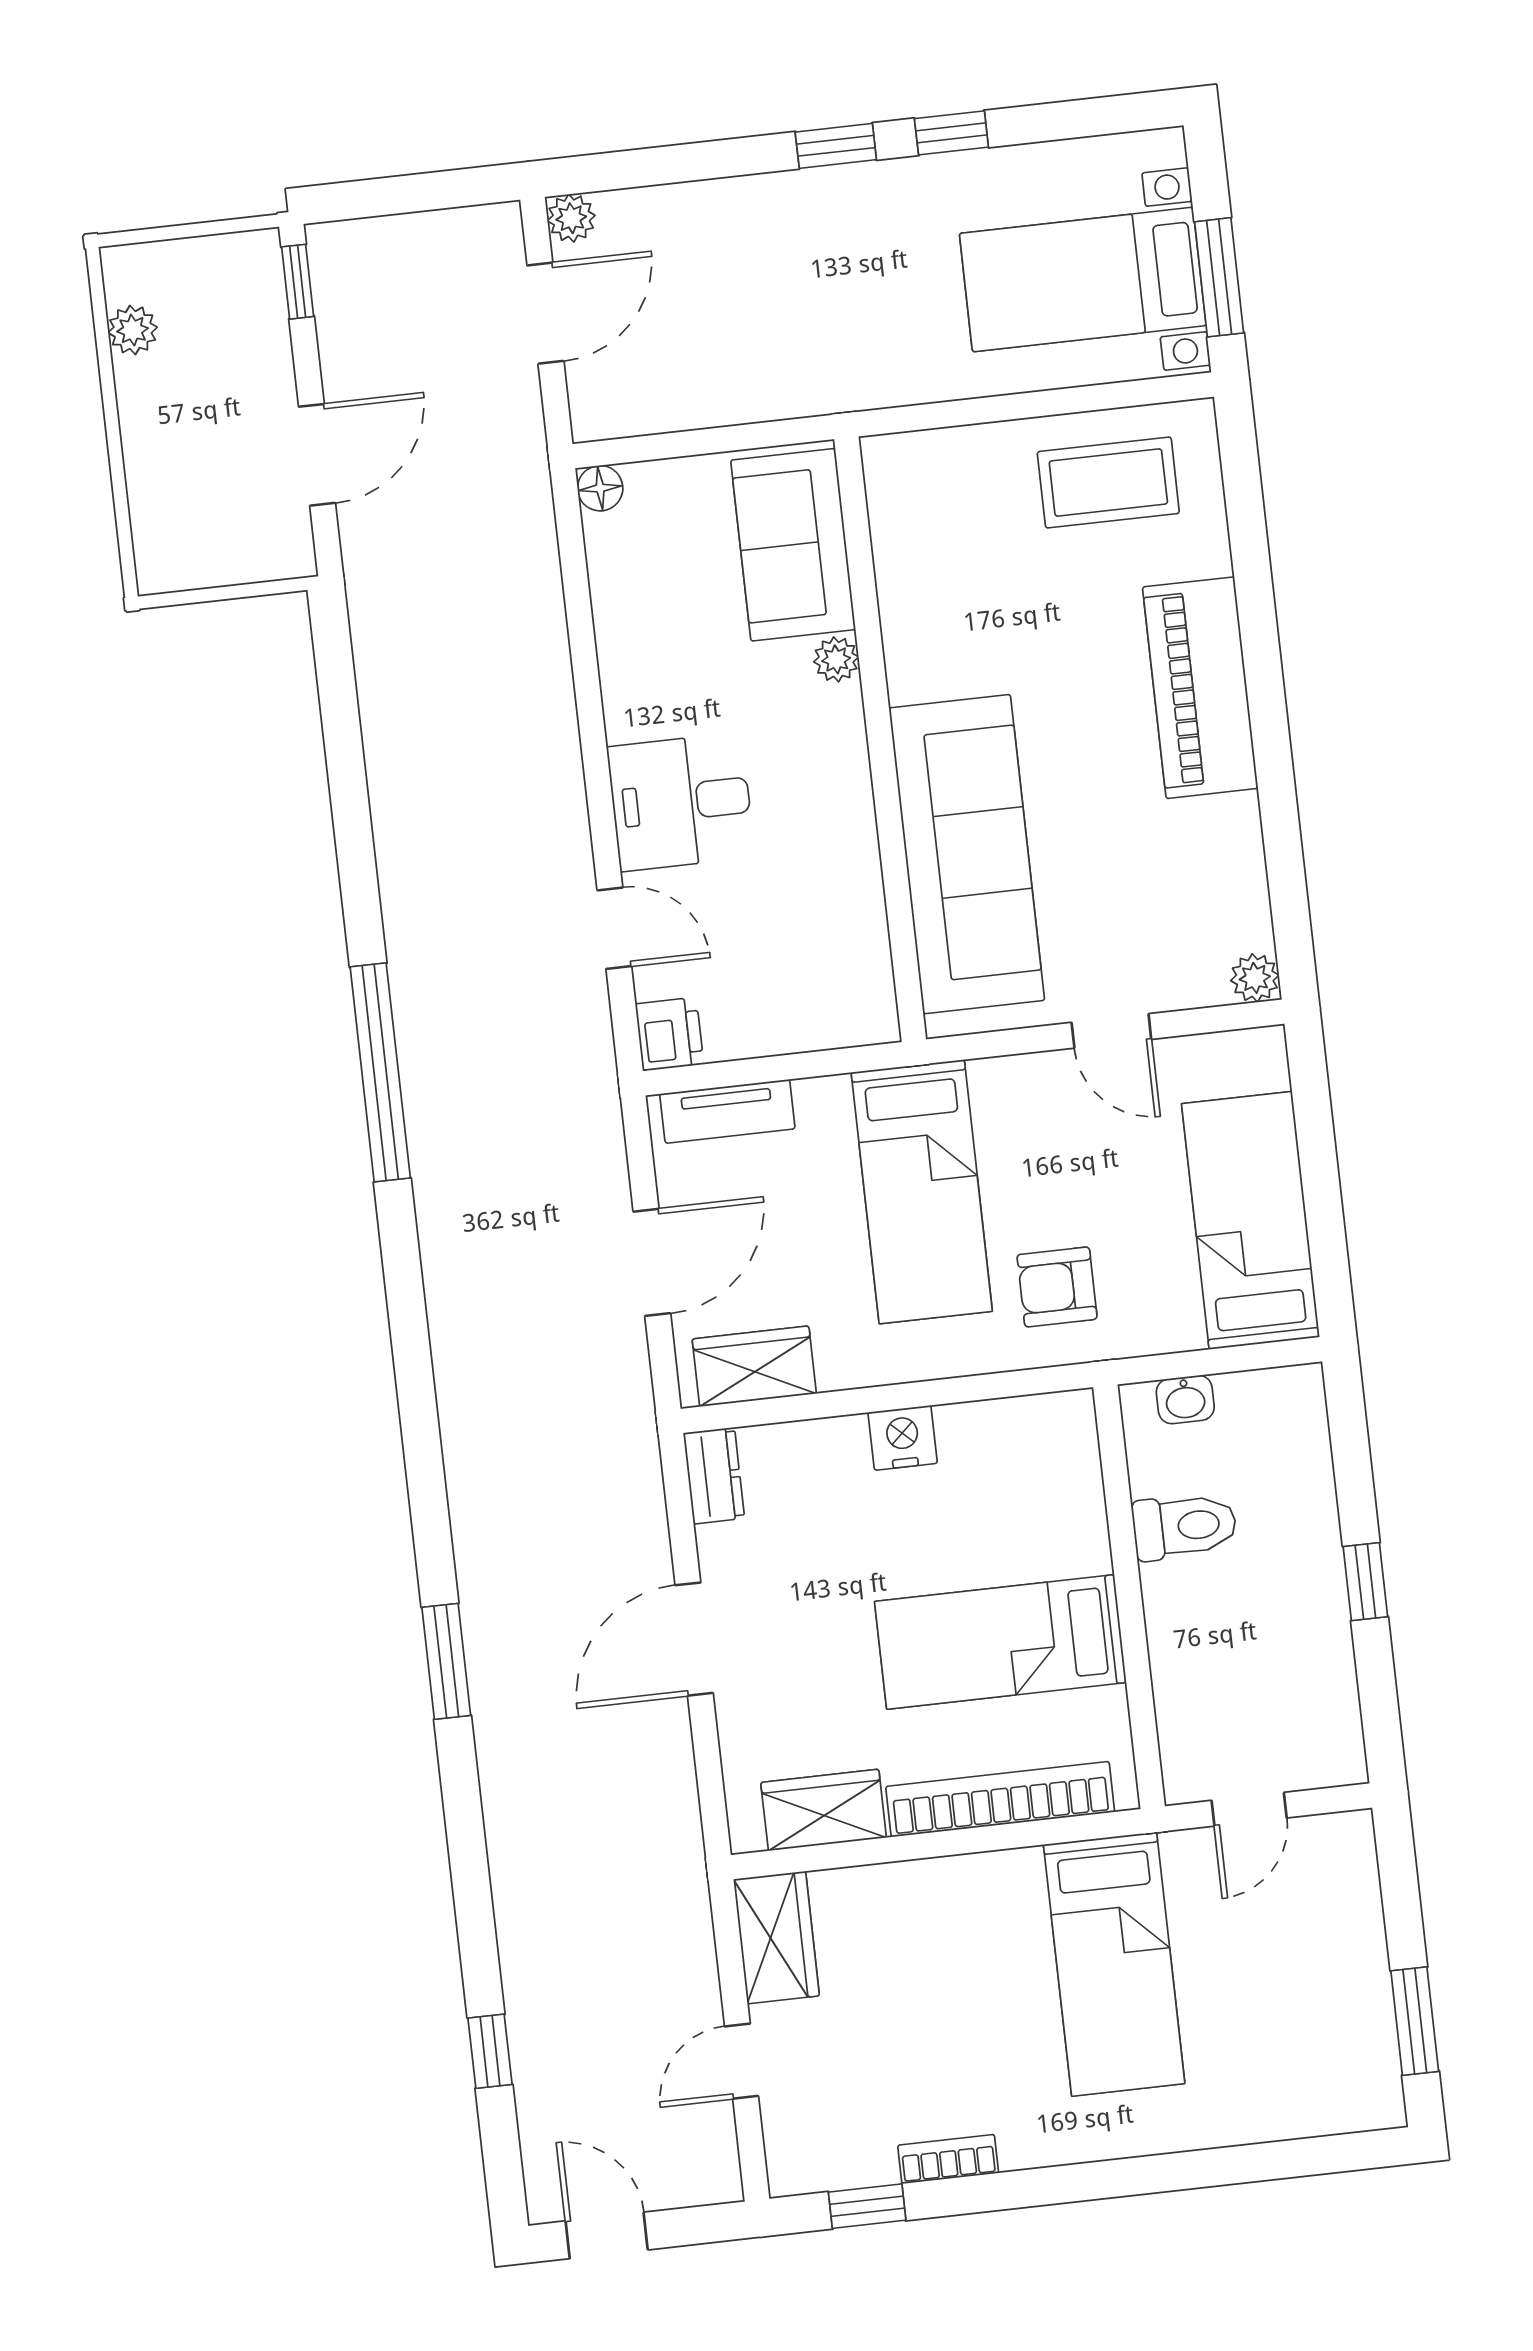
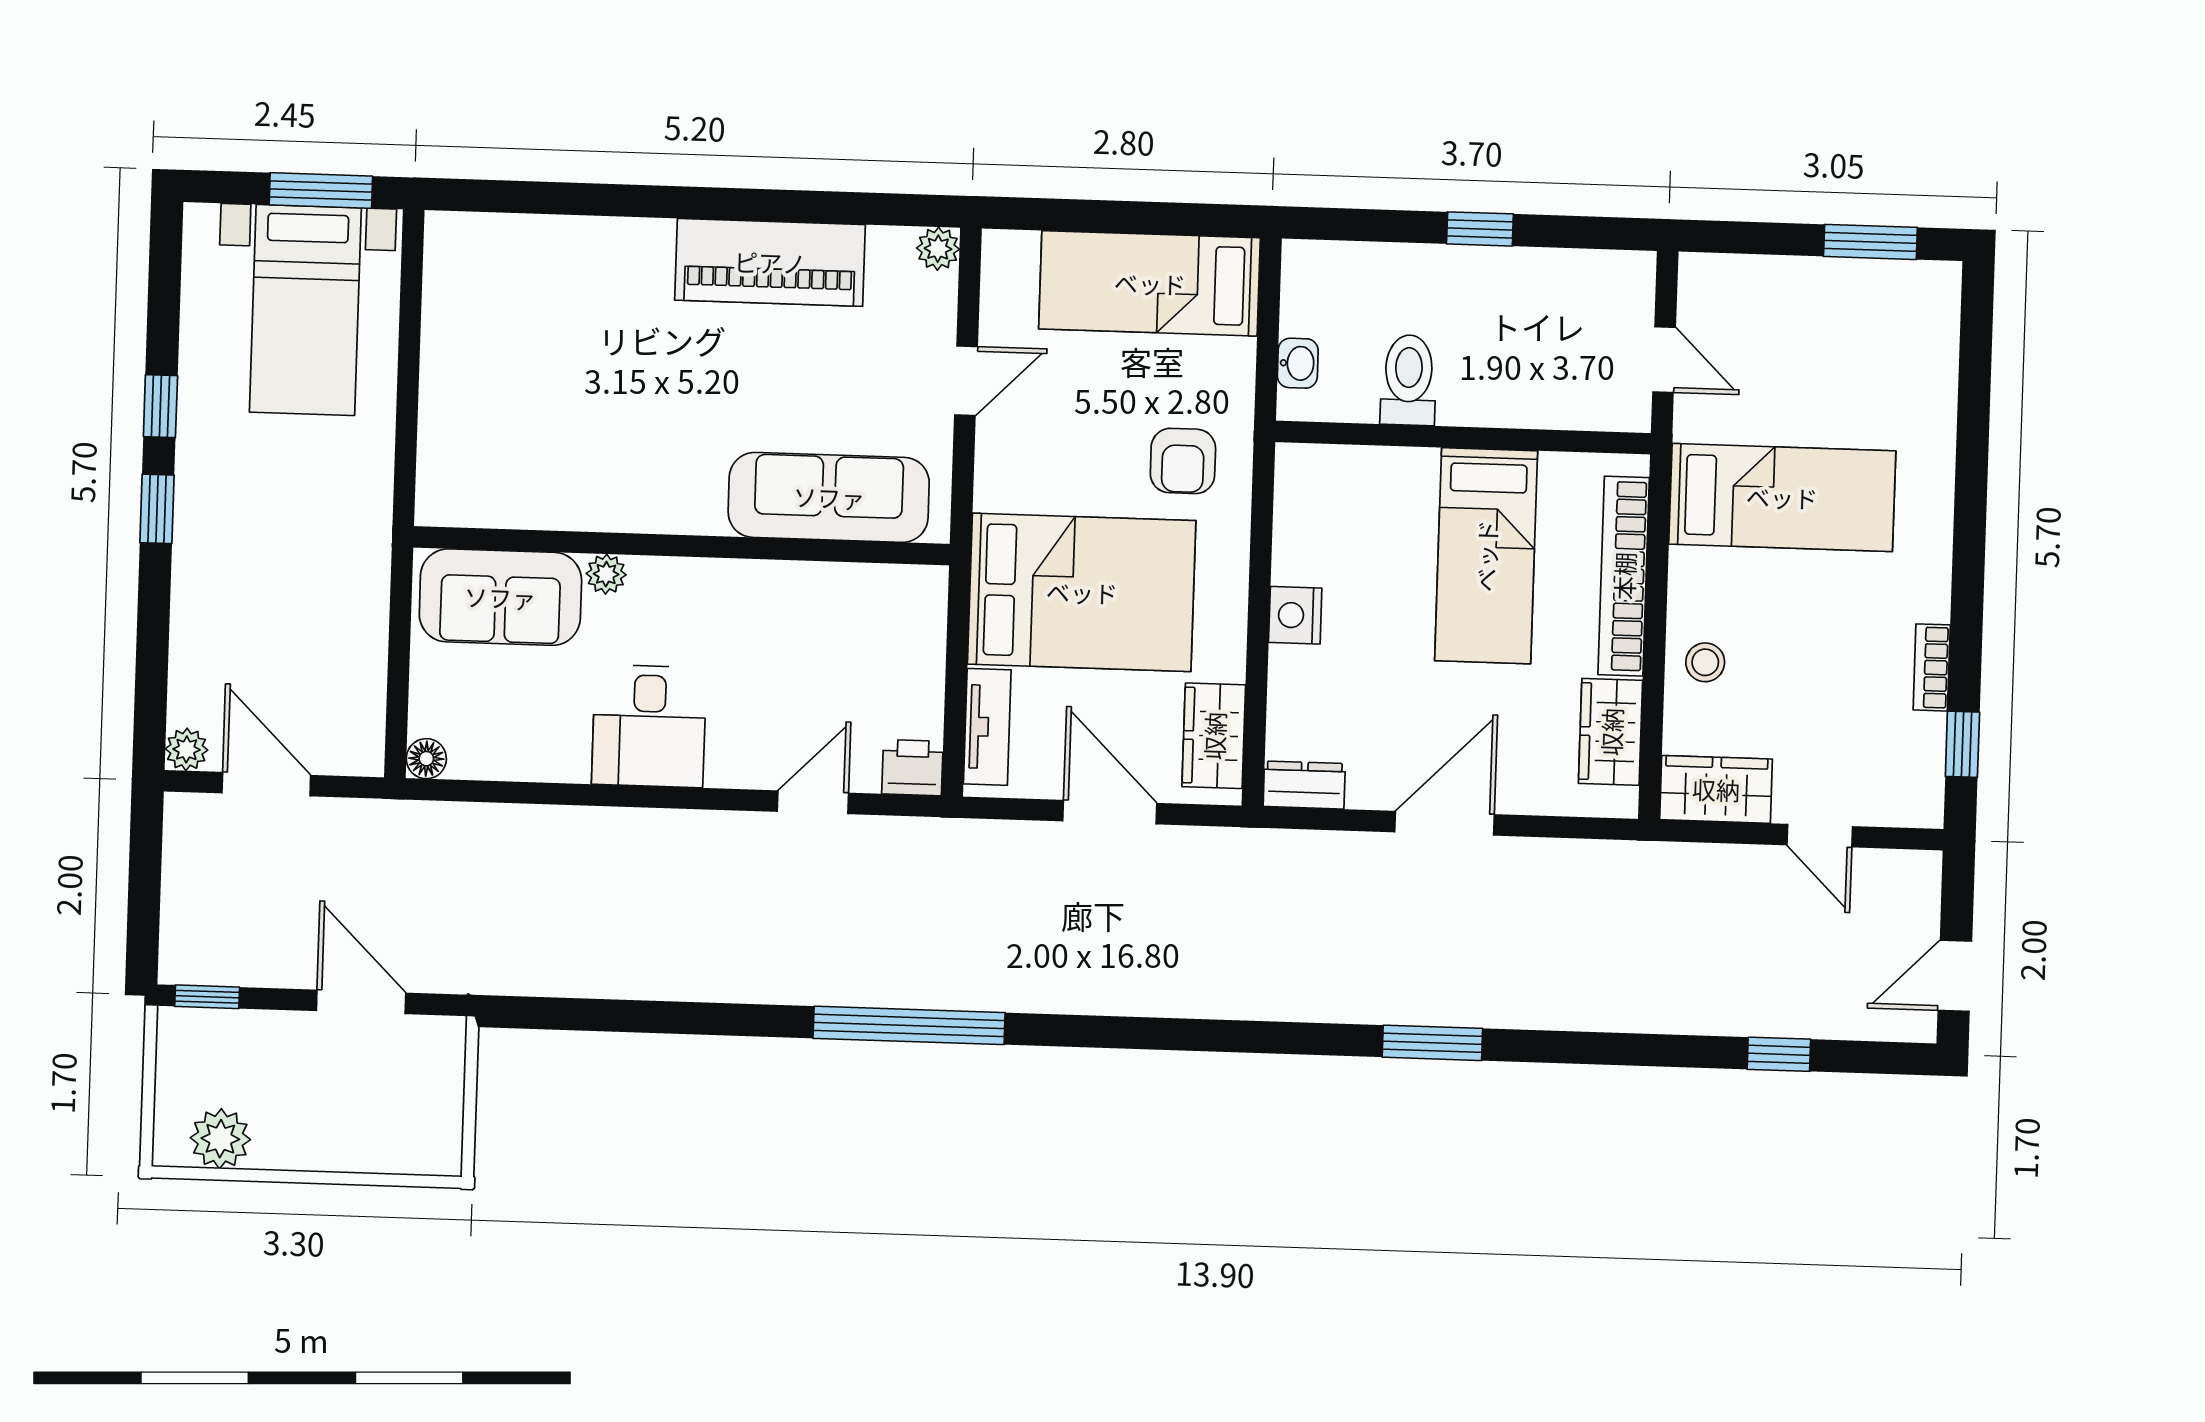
plant: (133, 330) -> (220, 1139), width x1.38, depth x1.38
coffee table: (1108, 483) -> (486, 314), removed
piano: (1200, 688) -> (770, 262), moved
desk: (681, 802) -> (649, 726), moved
sofa: (967, 854) -> (829, 497), width x0.74, depth x0.79
bed: (922, 1192) -> (1082, 592), width x1.50
door: (694, 1639) -> (1445, 823), swing flipped
stool: (917, 1905) -> (1705, 662), added

